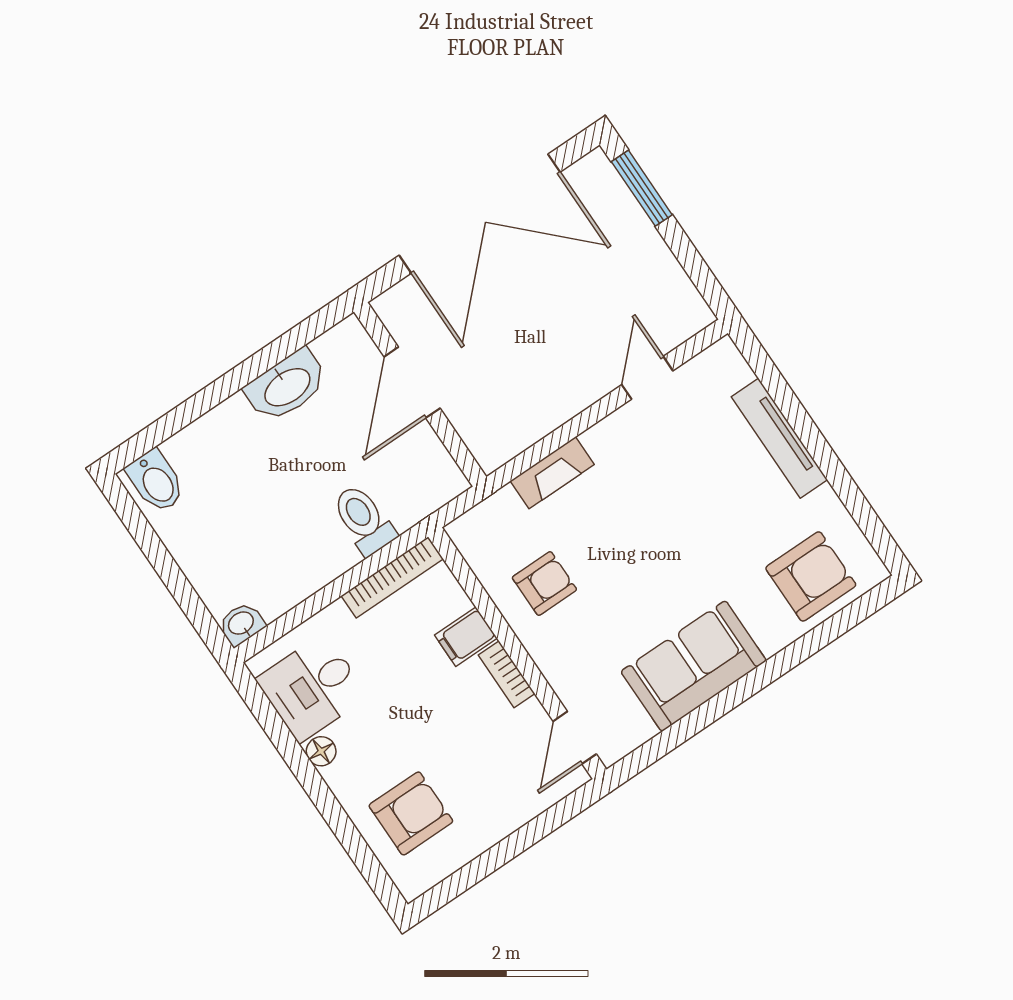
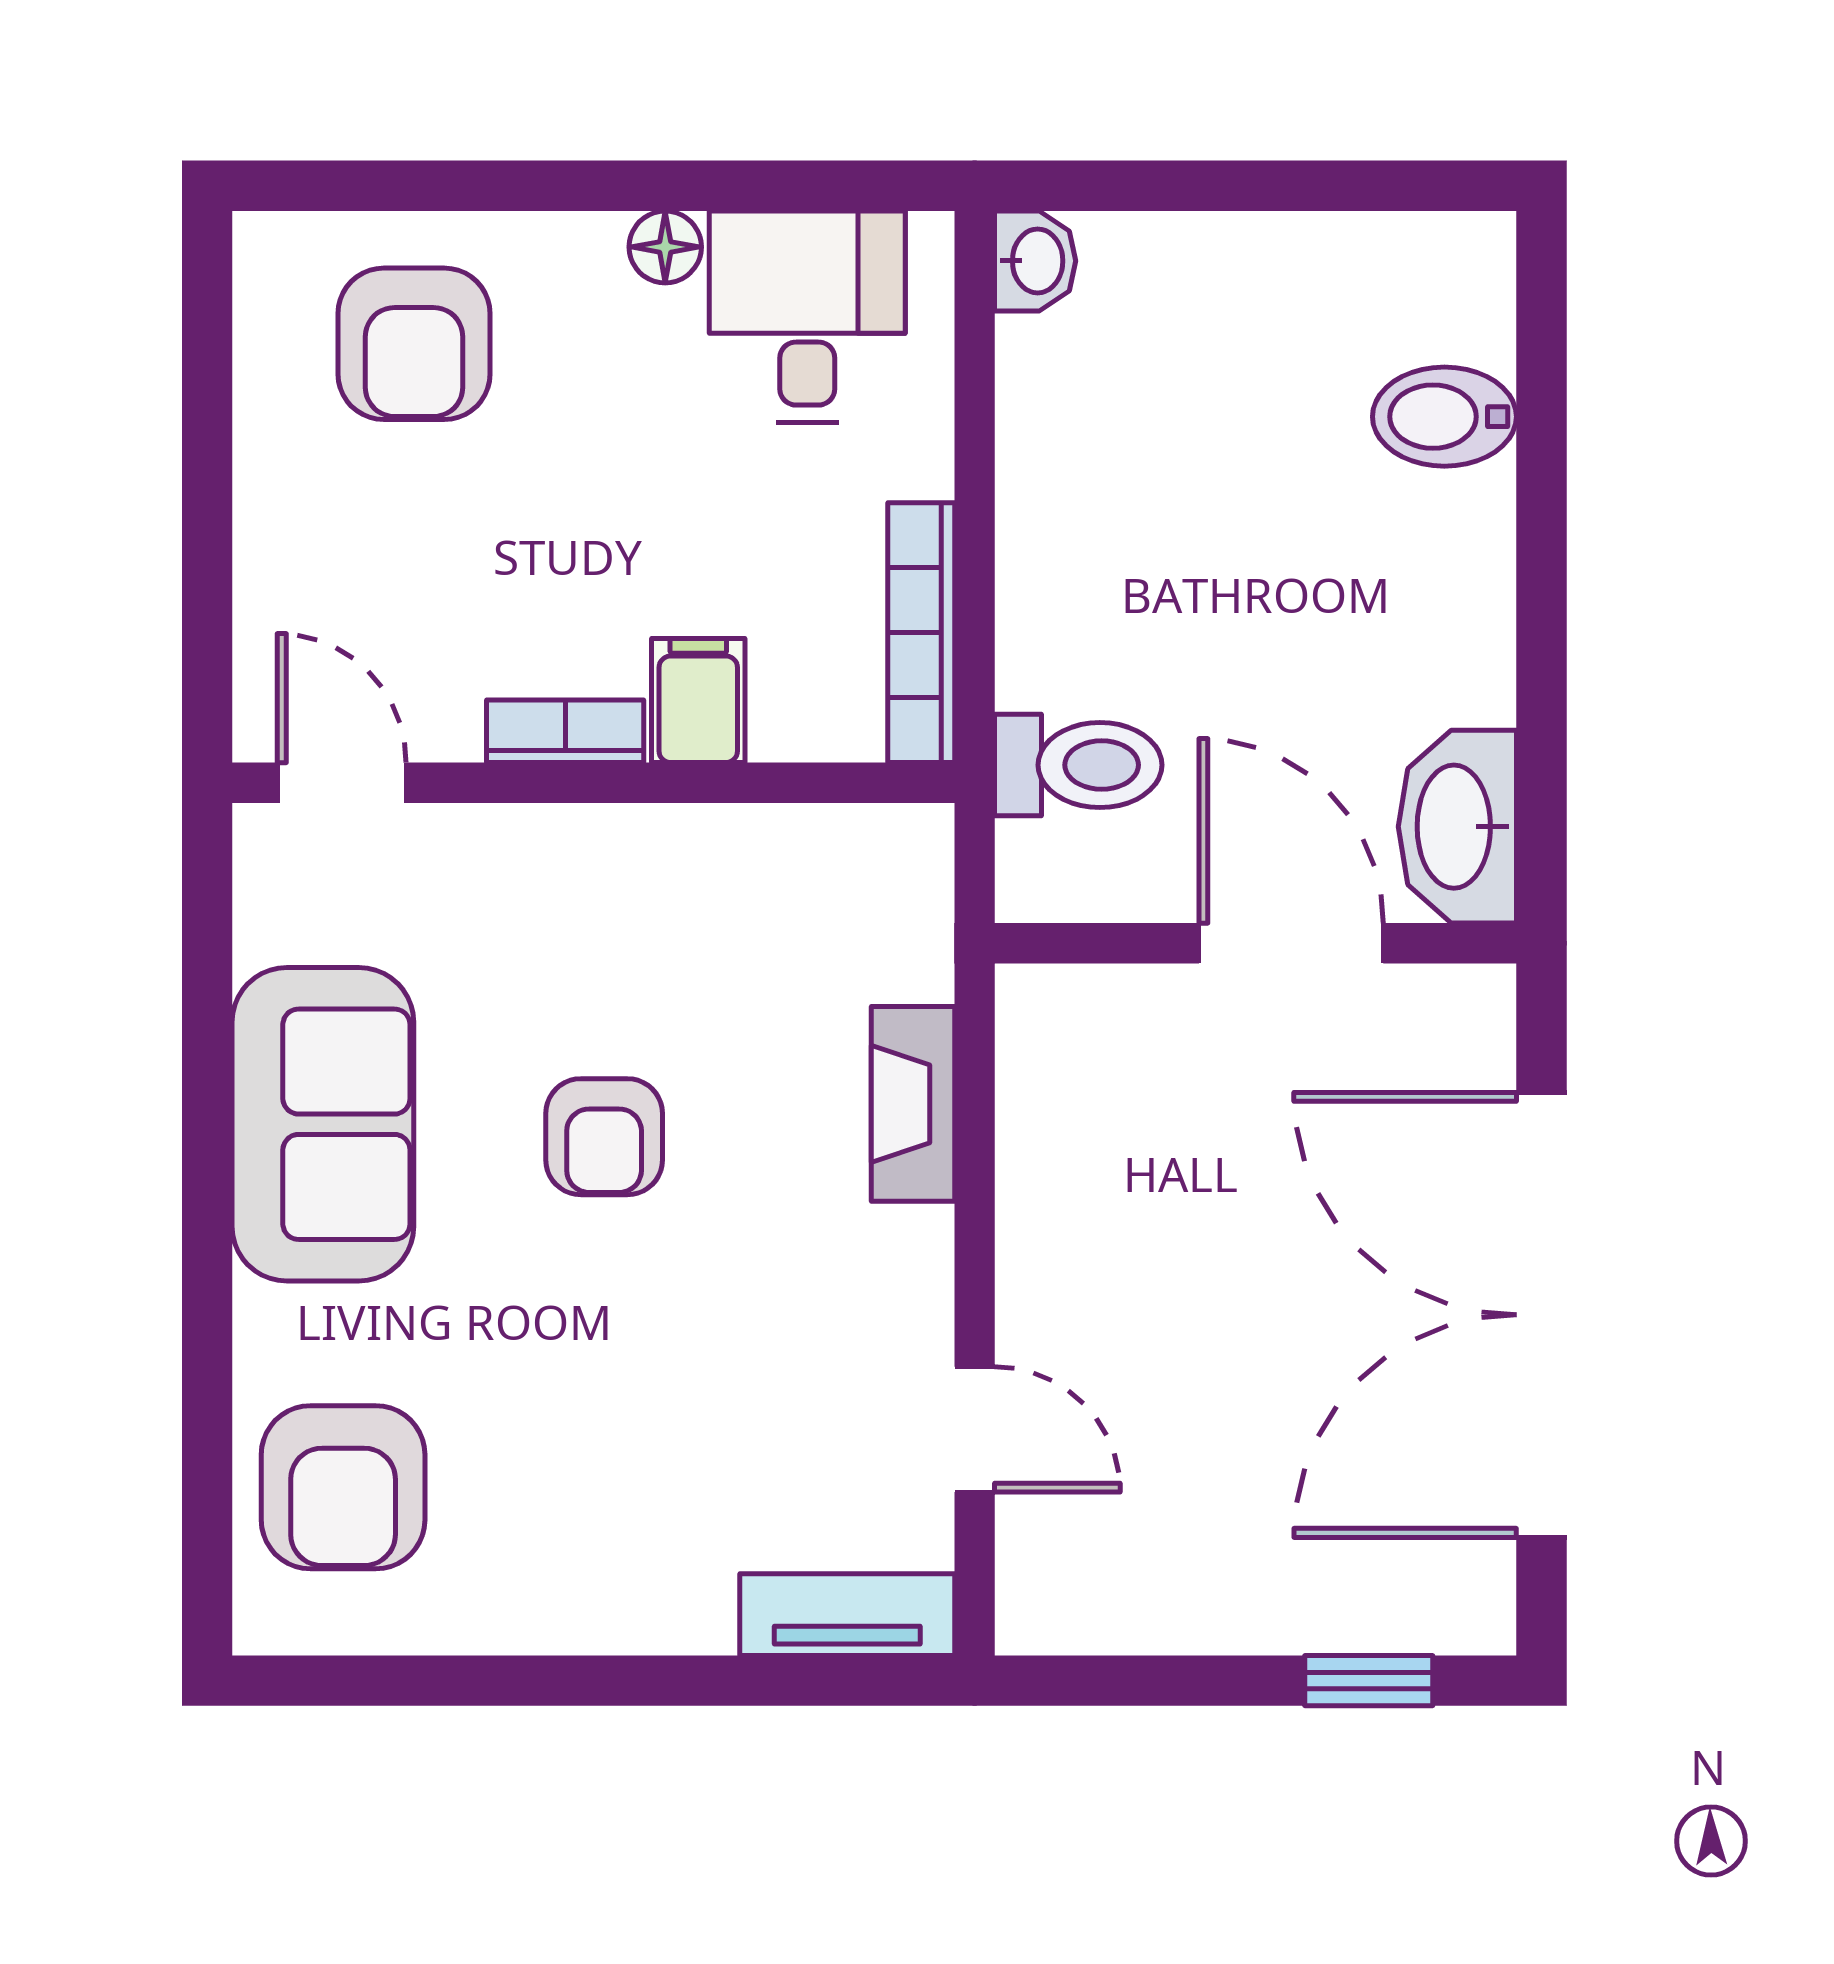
window: (642, 188) -> (1369, 1681), width x0.67
washbasin: (287, 386) -> (1457, 827), moved
tv unit: (779, 438) -> (847, 1615), moved, width x0.71
bidet: (156, 481) -> (1444, 417), moved
toilet: (364, 520) -> (1078, 765), moved
armchair: (544, 584) -> (604, 1137), moved

